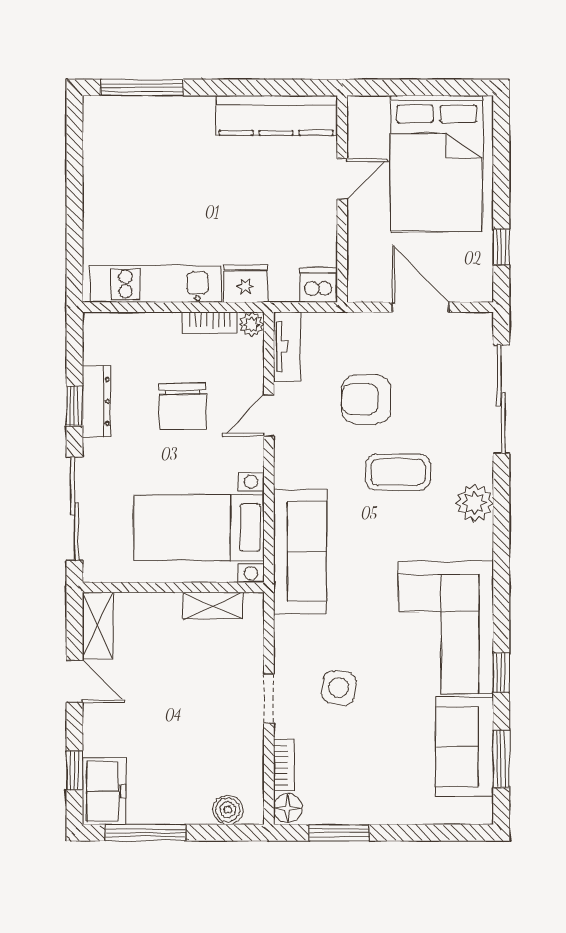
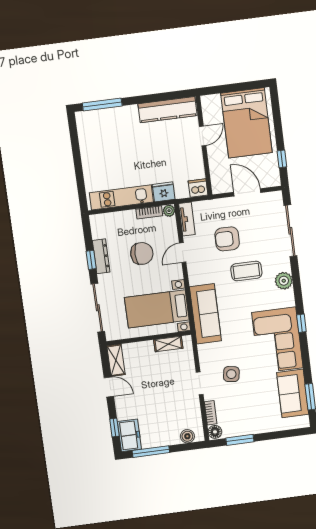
chair: (183, 407) -> (142, 253), turned -89
window: (501, 673) -> (301, 323), moved

